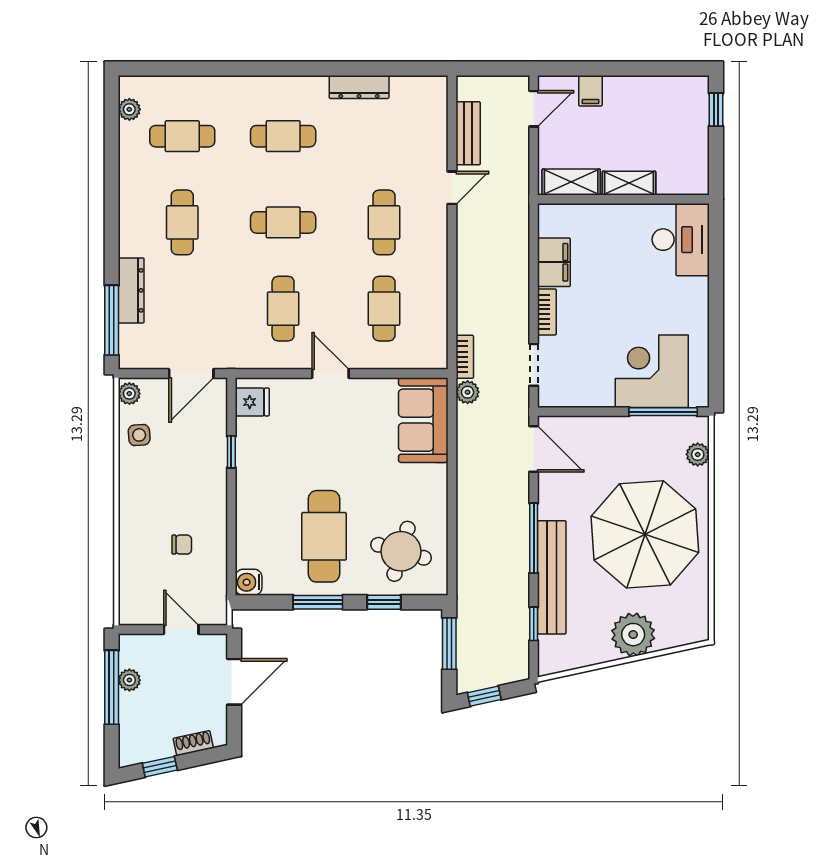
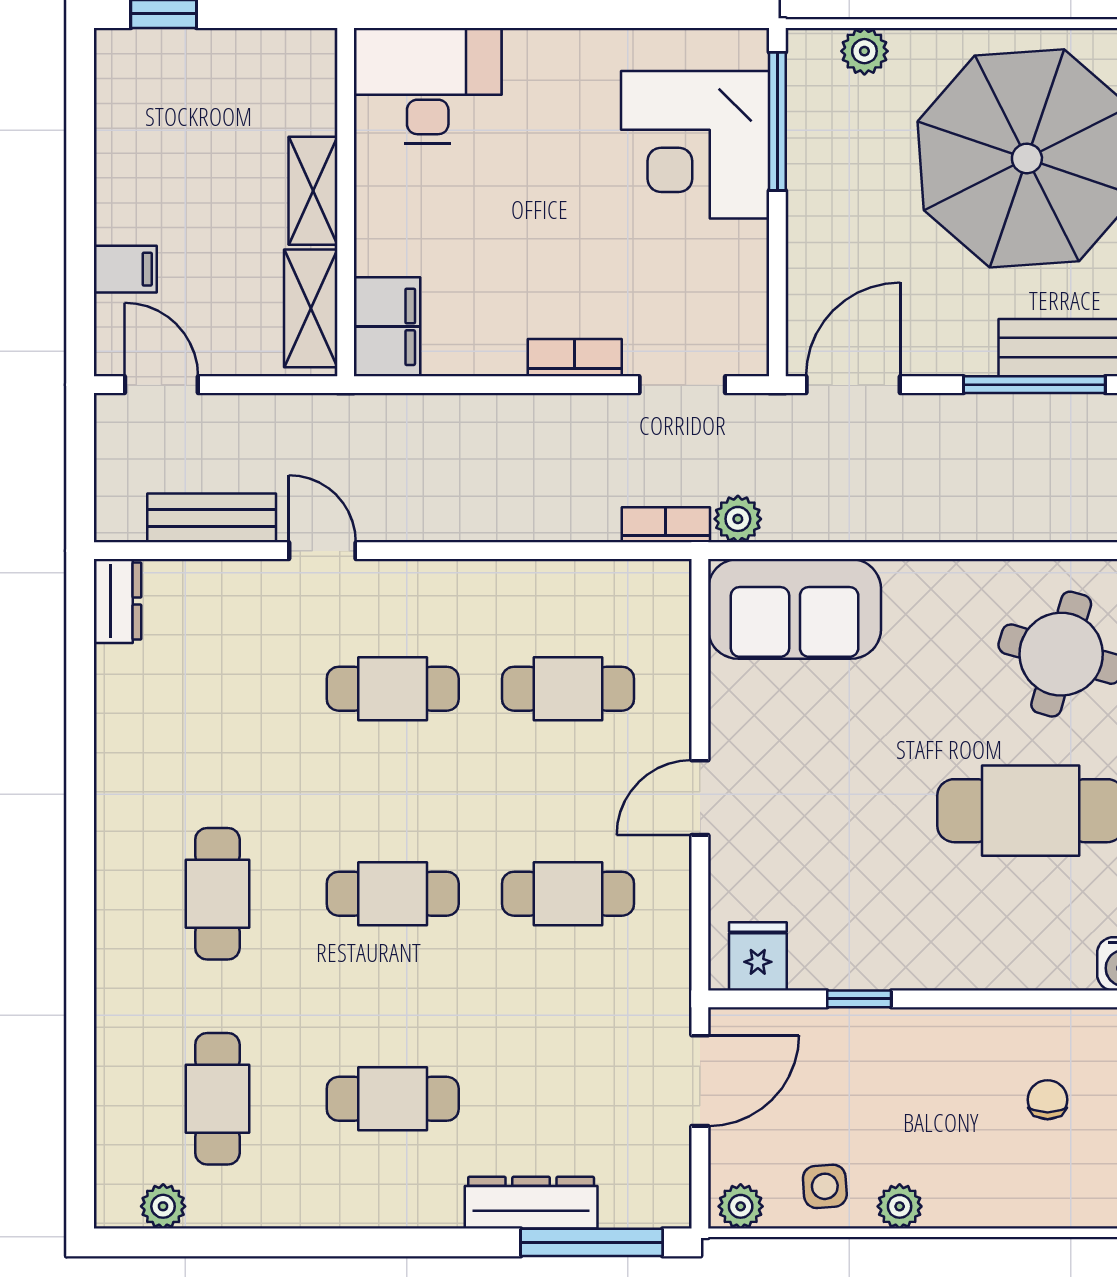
dresser: (359, 87) -> (118, 601), moved, width x0.70
cafe table: (283, 222) -> (393, 894), turned 90
filing cabinet: (554, 262) -> (387, 327), moved, turned 90
door: (191, 374) -> (700, 1081), hinge flipped
plant: (129, 472) -> (900, 1206), added

